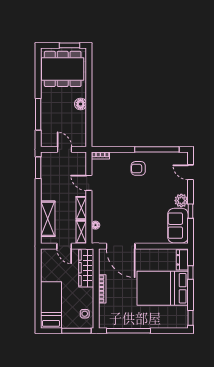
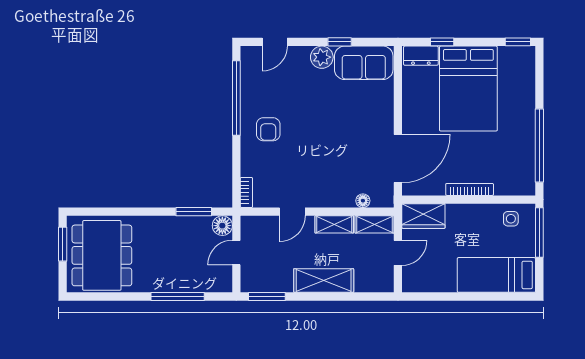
floor lamp: (81, 104) -> (222, 226), moved
window: (89, 124) -> (194, 212), added
shelving: (48, 219) -> (324, 281), moved
wardrobe: (86, 268) -> (423, 216), width x0.67

